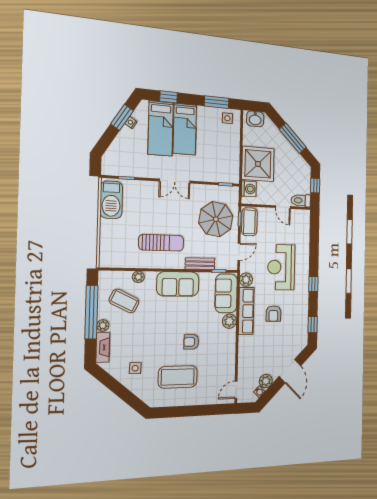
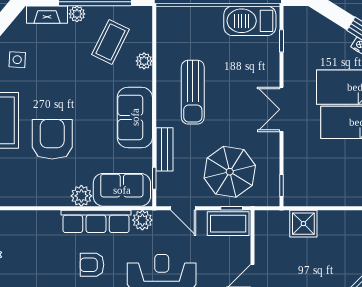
shower: (258, 164) -> (303, 224), width x0.54, depth x0.54
washing machine: (249, 189) -> (277, 222), removed
armchair: (191, 342) -> (52, 139), width x1.88, depth x1.88

